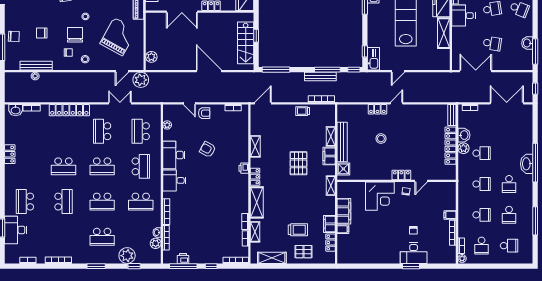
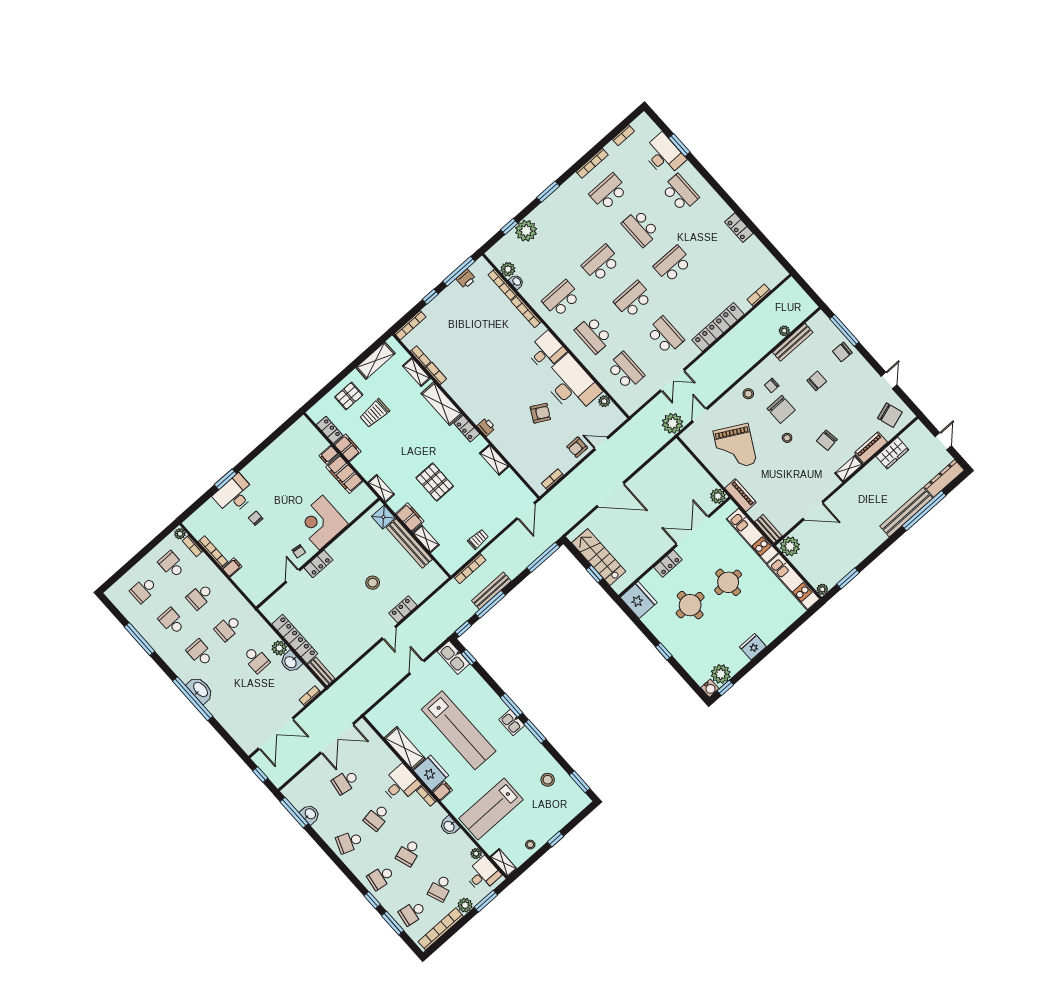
plant: (151, 57) -> (718, 496), moved
washbasin: (16, 110) -> (773, 278), removed
school desk: (482, 153) -> (256, 660), turned -90
desk: (174, 155) -> (571, 385), width x1.36, depth x1.30
school desk: (102, 237) -> (608, 192), moved

